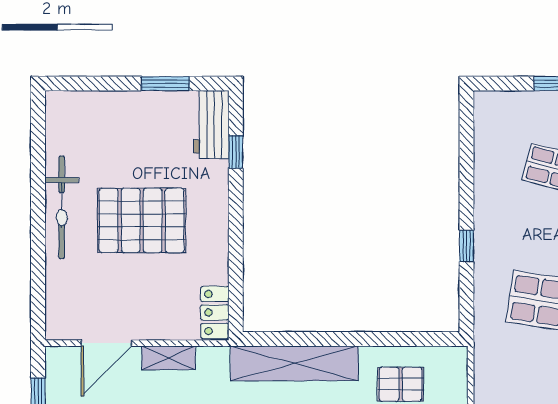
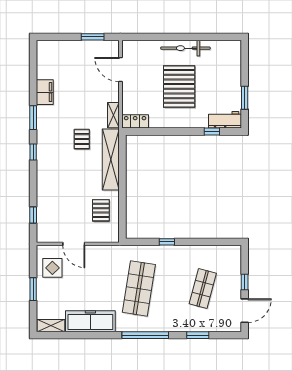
shelving: (168, 358) -> (113, 115), moved

